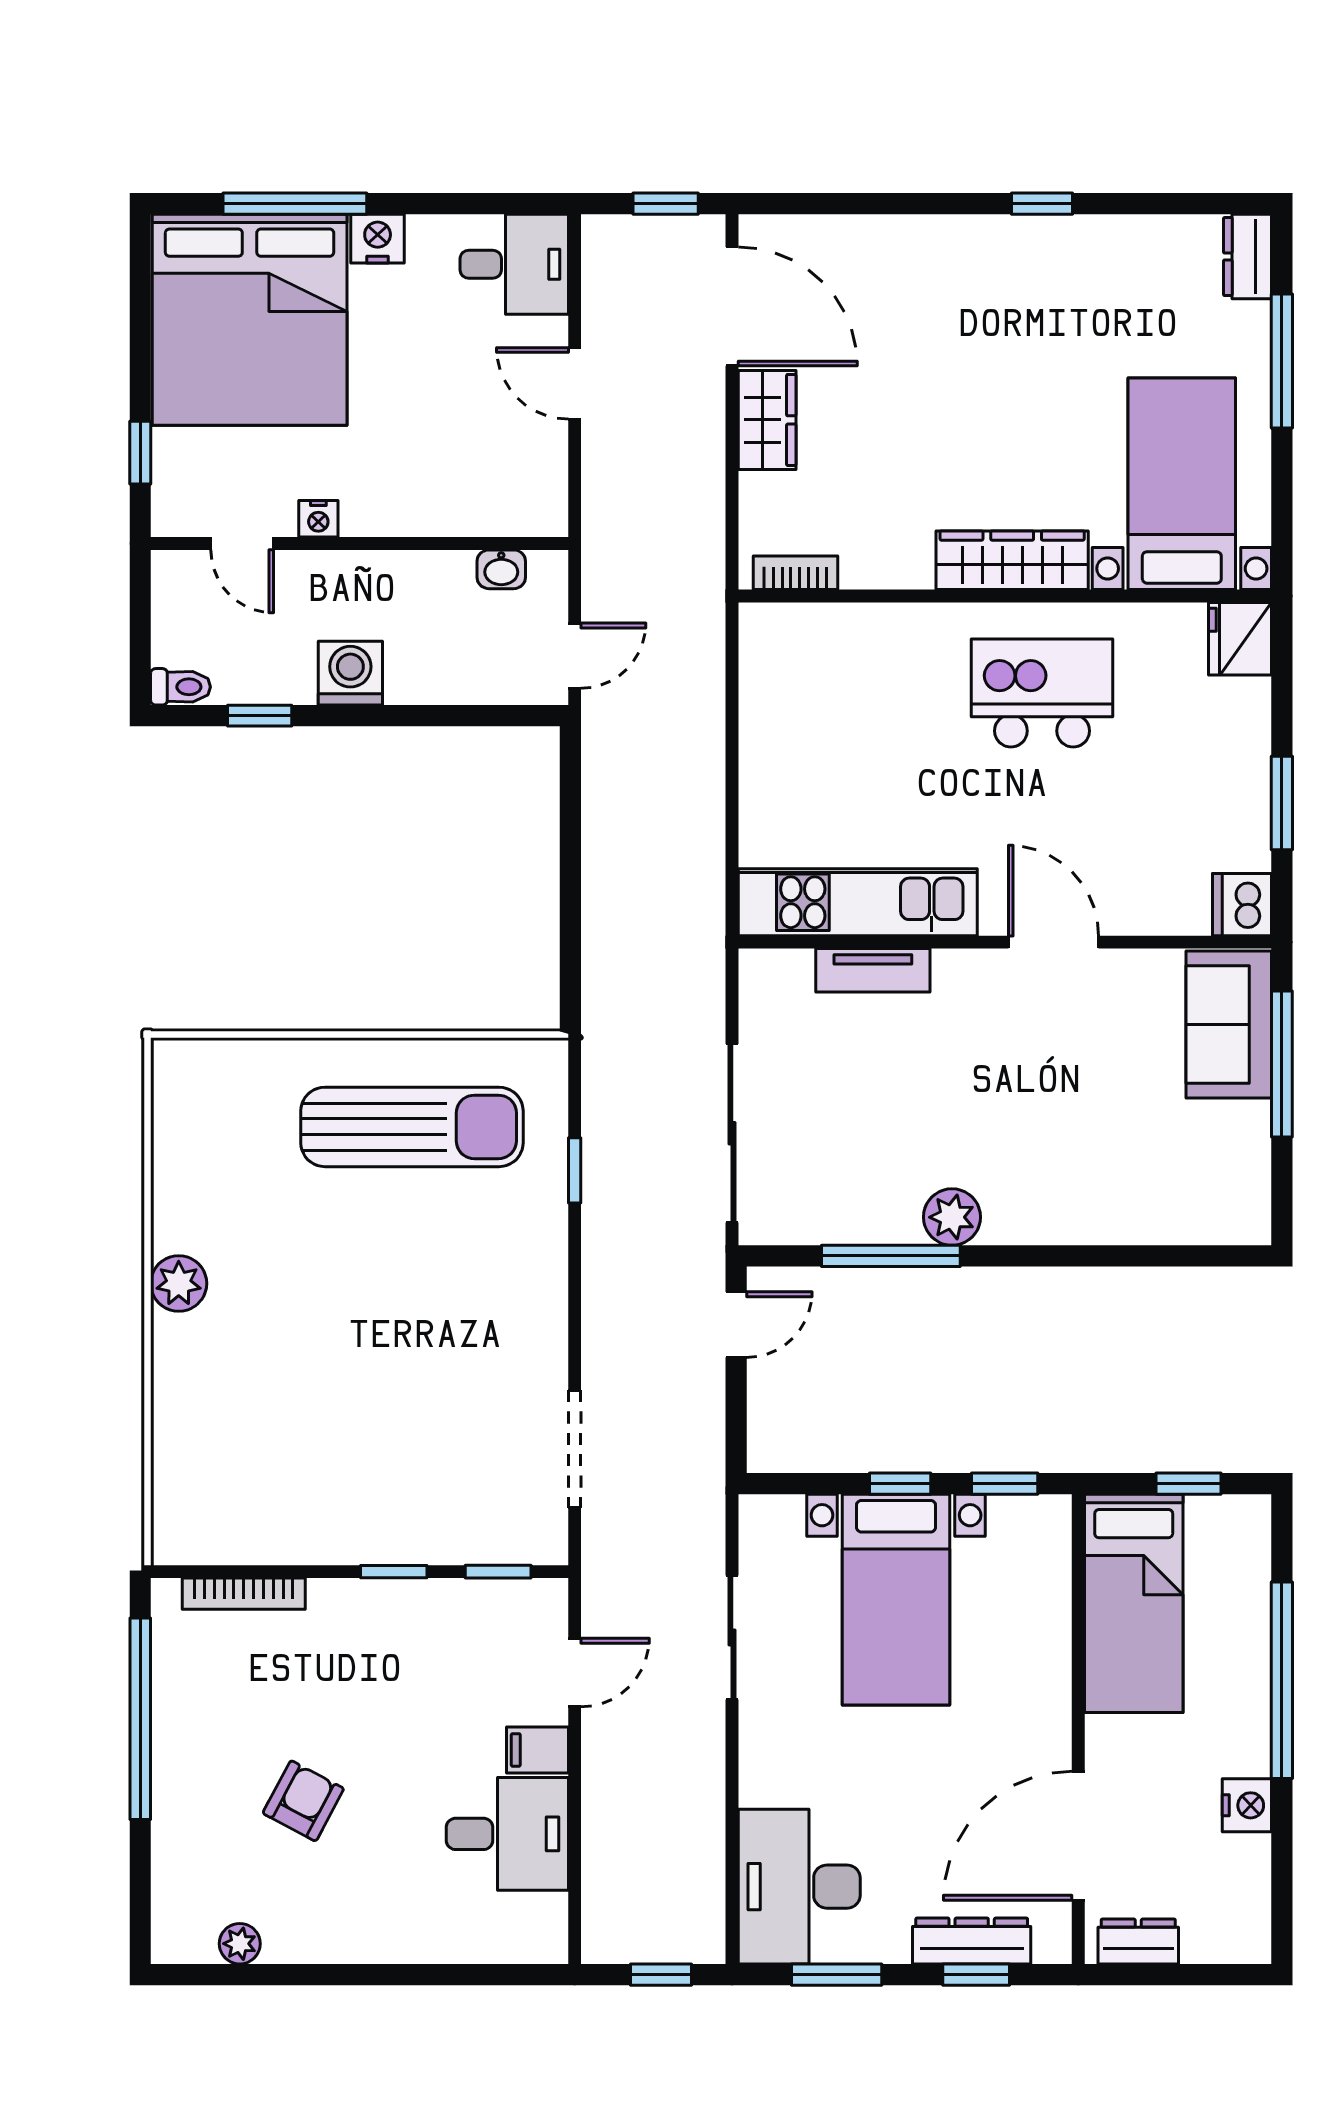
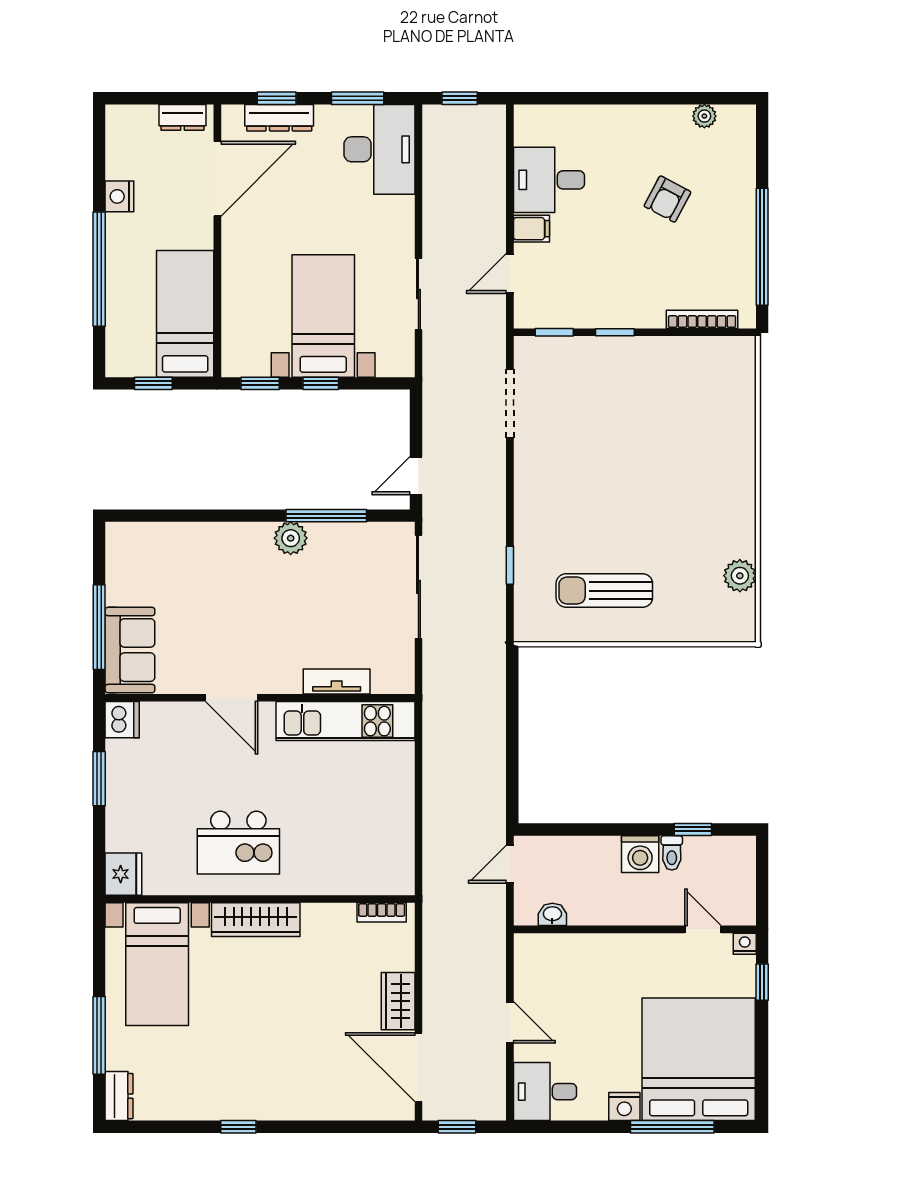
nightstand: (318, 519) -> (745, 944), moved
toilet: (181, 687) -> (672, 853), moved, turned -90
sun lounger: (412, 1127) -> (604, 591), width x0.73, depth x0.75
plant: (179, 1283) -> (740, 576), moved

